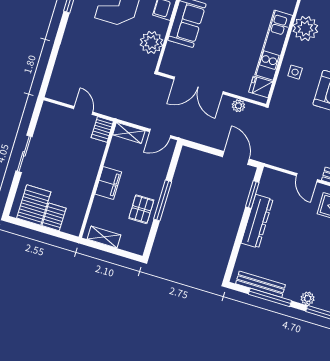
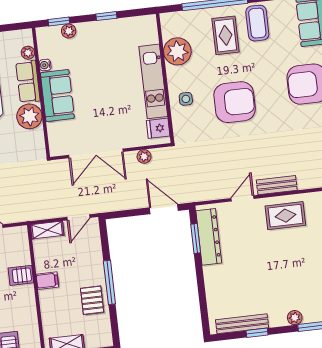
plant: (151, 42) -> (29, 116), moved
server rack: (102, 129) -> (21, 275), moved, turned 90
door: (307, 178) -> (242, 198), swing flipped
filing cabinet: (108, 183) -> (47, 281), width x0.50
dresser: (257, 221) -> (209, 237), moved
window: (270, 297) -> (257, 333), width x0.46

